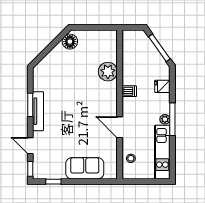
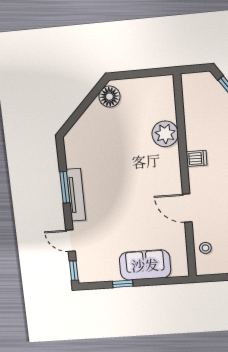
window: (53, 182) -> (123, 284), moved

